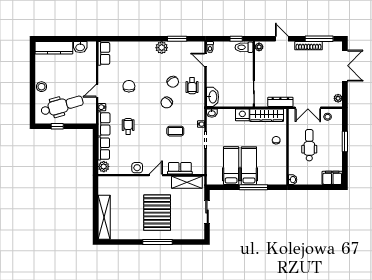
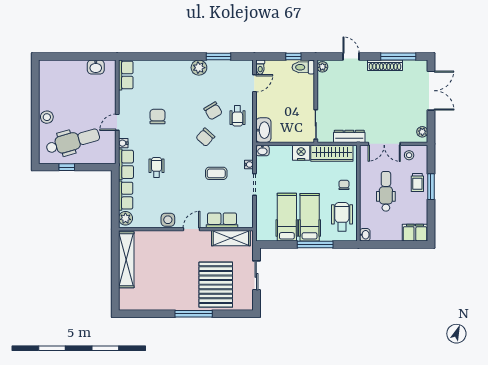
kitchen counter: (54, 48) -> (62, 68), removed
door: (205, 60) -> (254, 83), swing flipped
trolley: (334, 138) -> (417, 183), added
wheelchair: (275, 165) -> (342, 217), added
pallet: (157, 213) -> (216, 285), moved
shelving: (104, 217) -> (126, 260), moved

